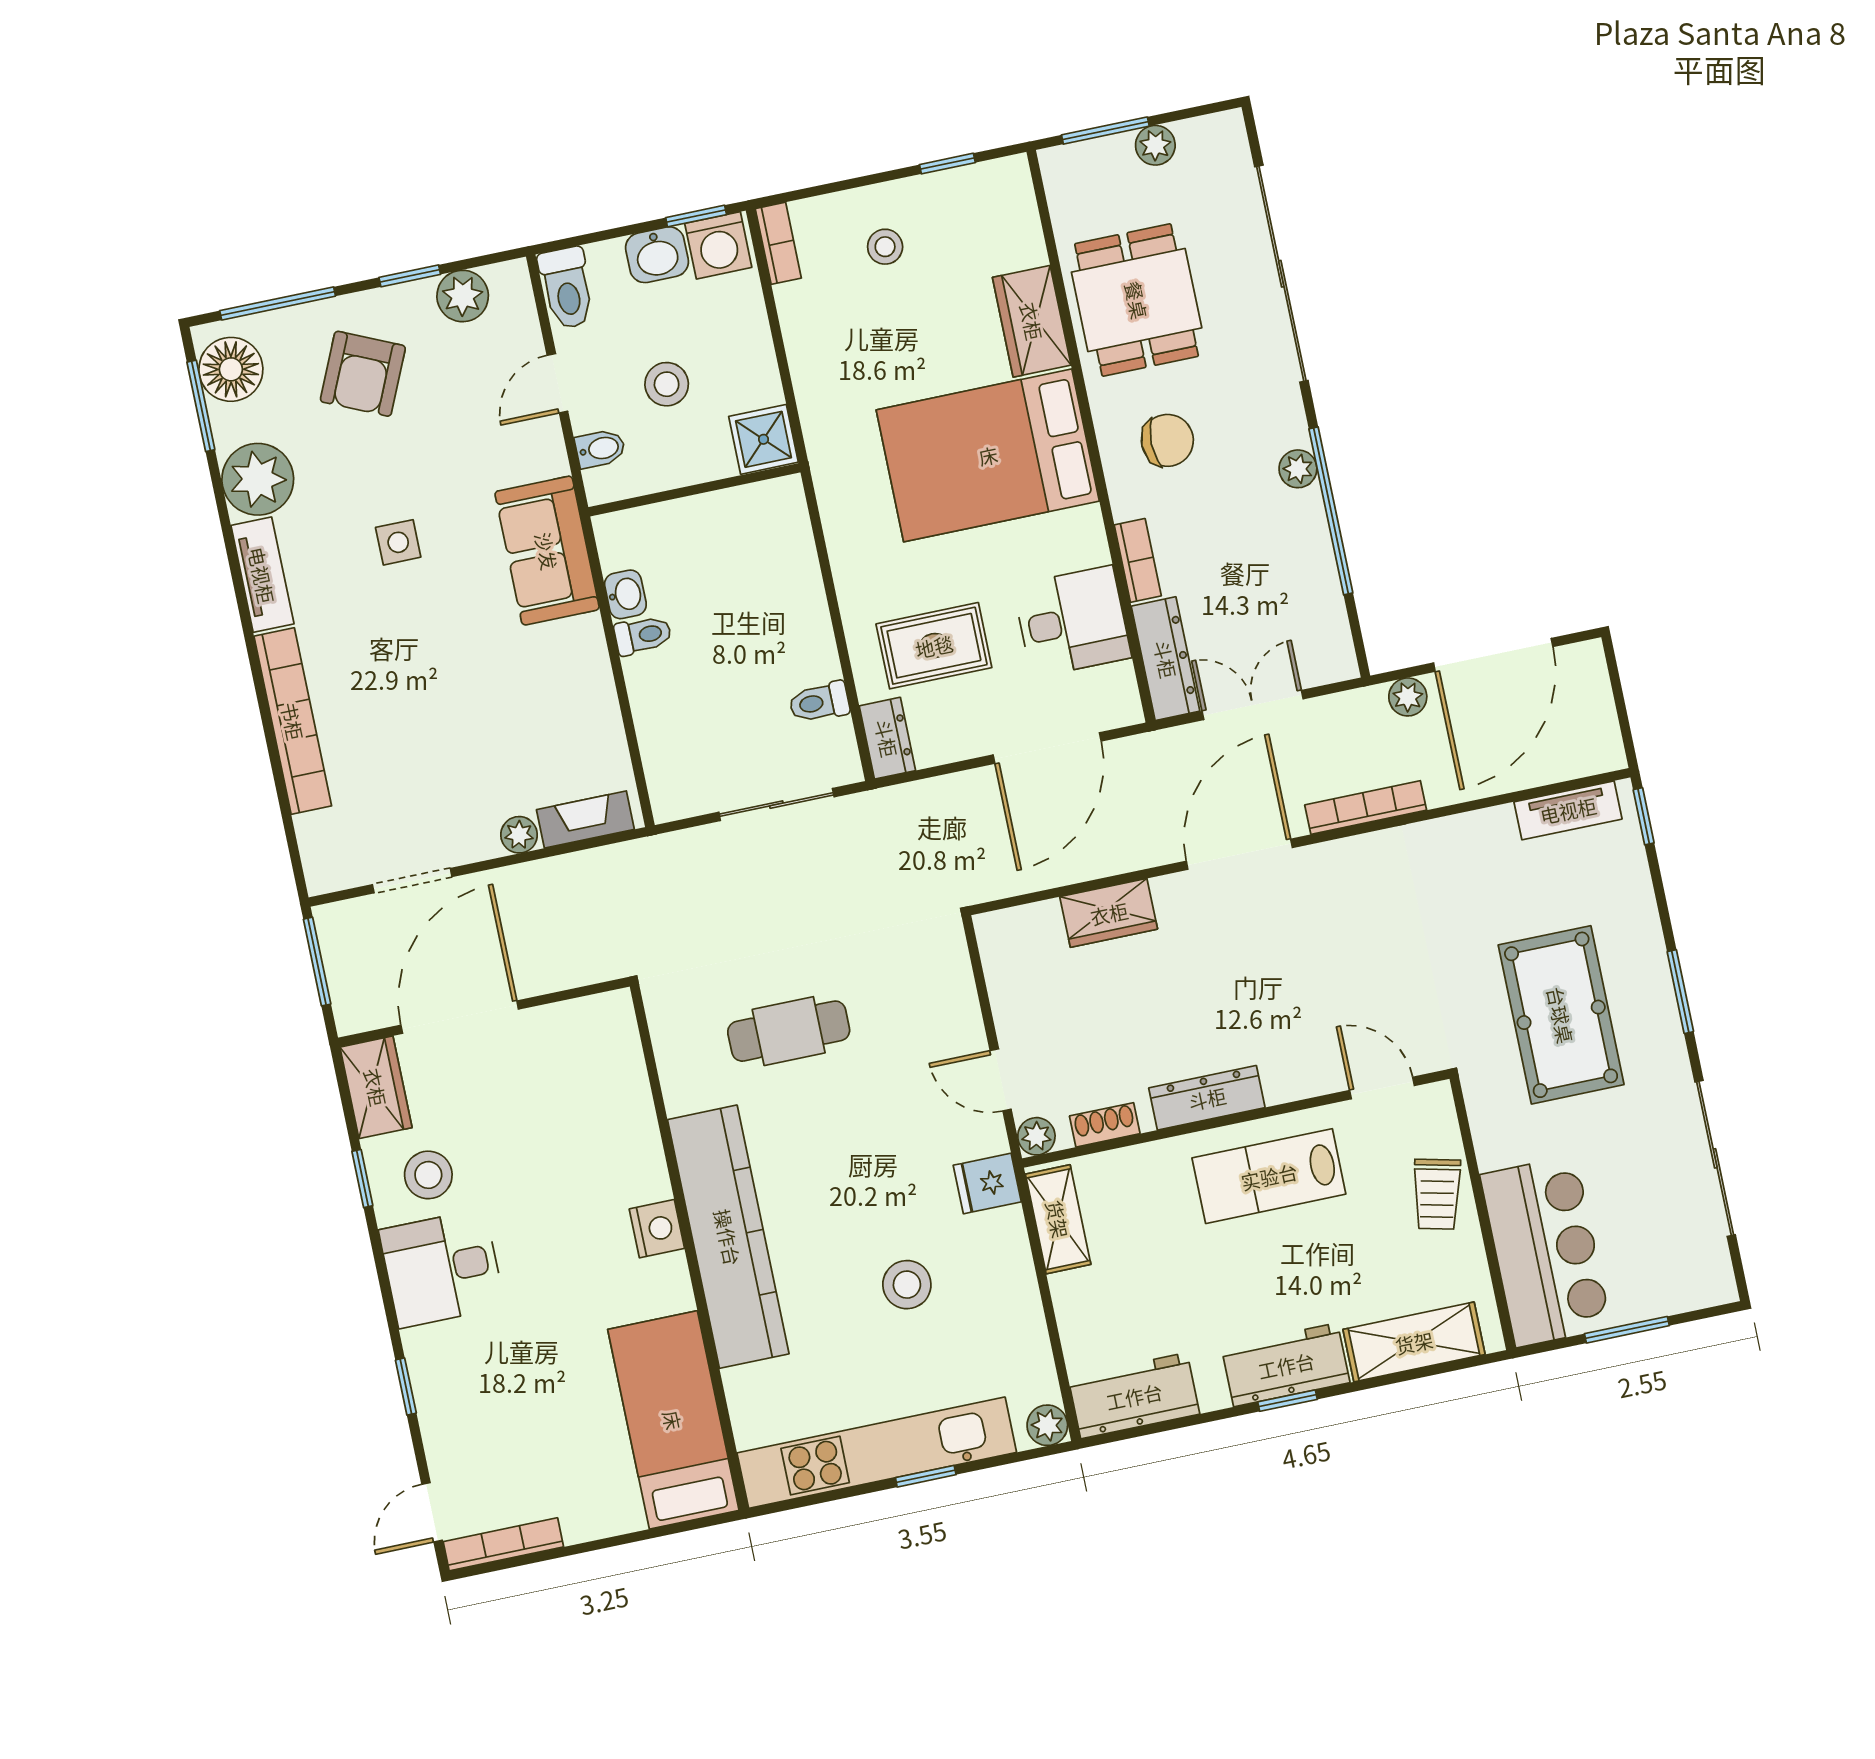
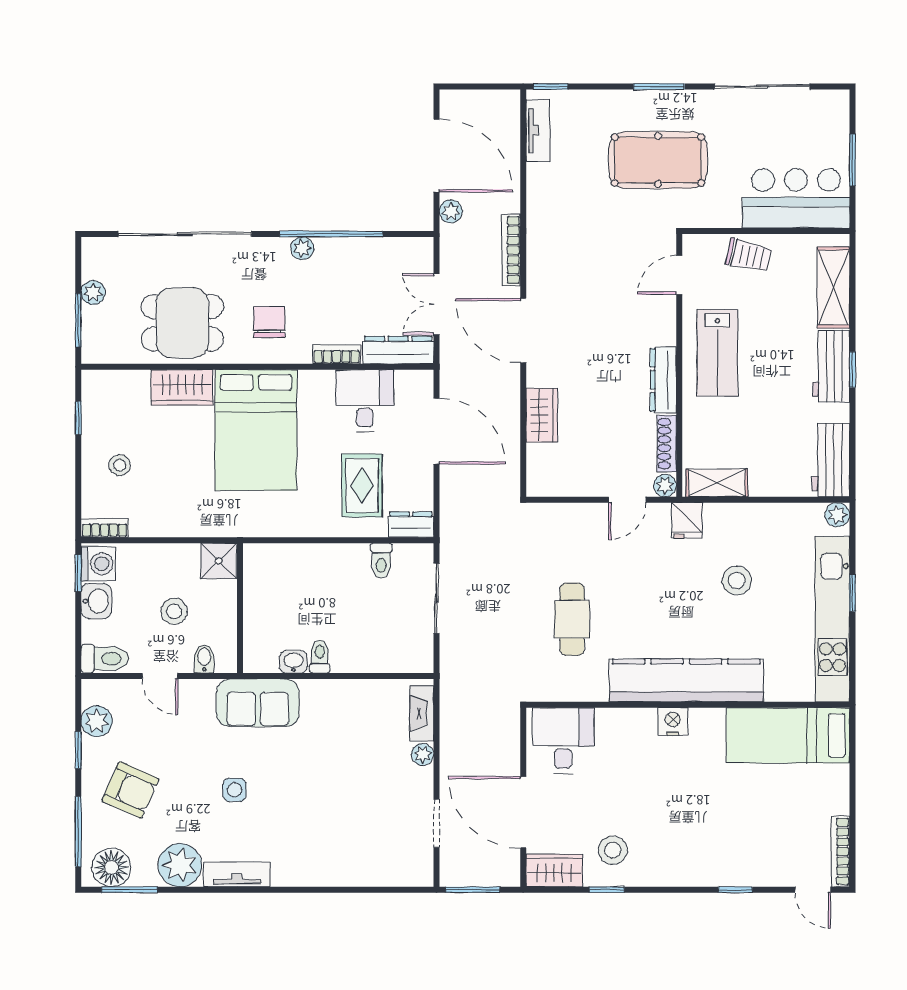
bookcase: (293, 721) -> (327, 874), removed
shoe rack: (1105, 1125) -> (667, 444), width x1.43
desk: (442, 1268) -> (563, 741), moved, turned 180

